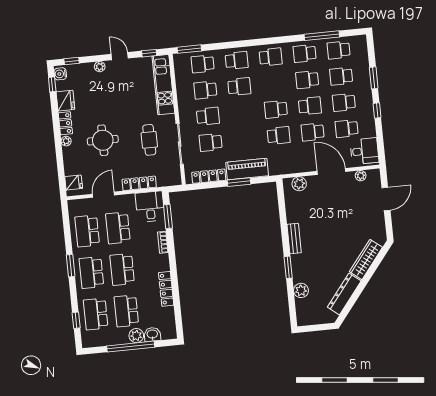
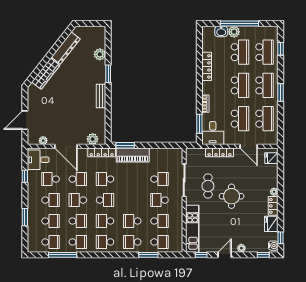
window: (189, 49) -> (148, 255), moved
door: (120, 56) -> (225, 255), swing flipped
school desk: (273, 83) -> (105, 221), added
window: (377, 111) -> (25, 176), moved
school desk: (347, 129) -> (51, 179), turned 180
round table: (103, 140) -> (232, 196), moved
locker: (209, 176) -> (102, 152), moved
window: (239, 182) -> (125, 145), moved
door: (103, 195) -> (249, 146), hinge flipped

